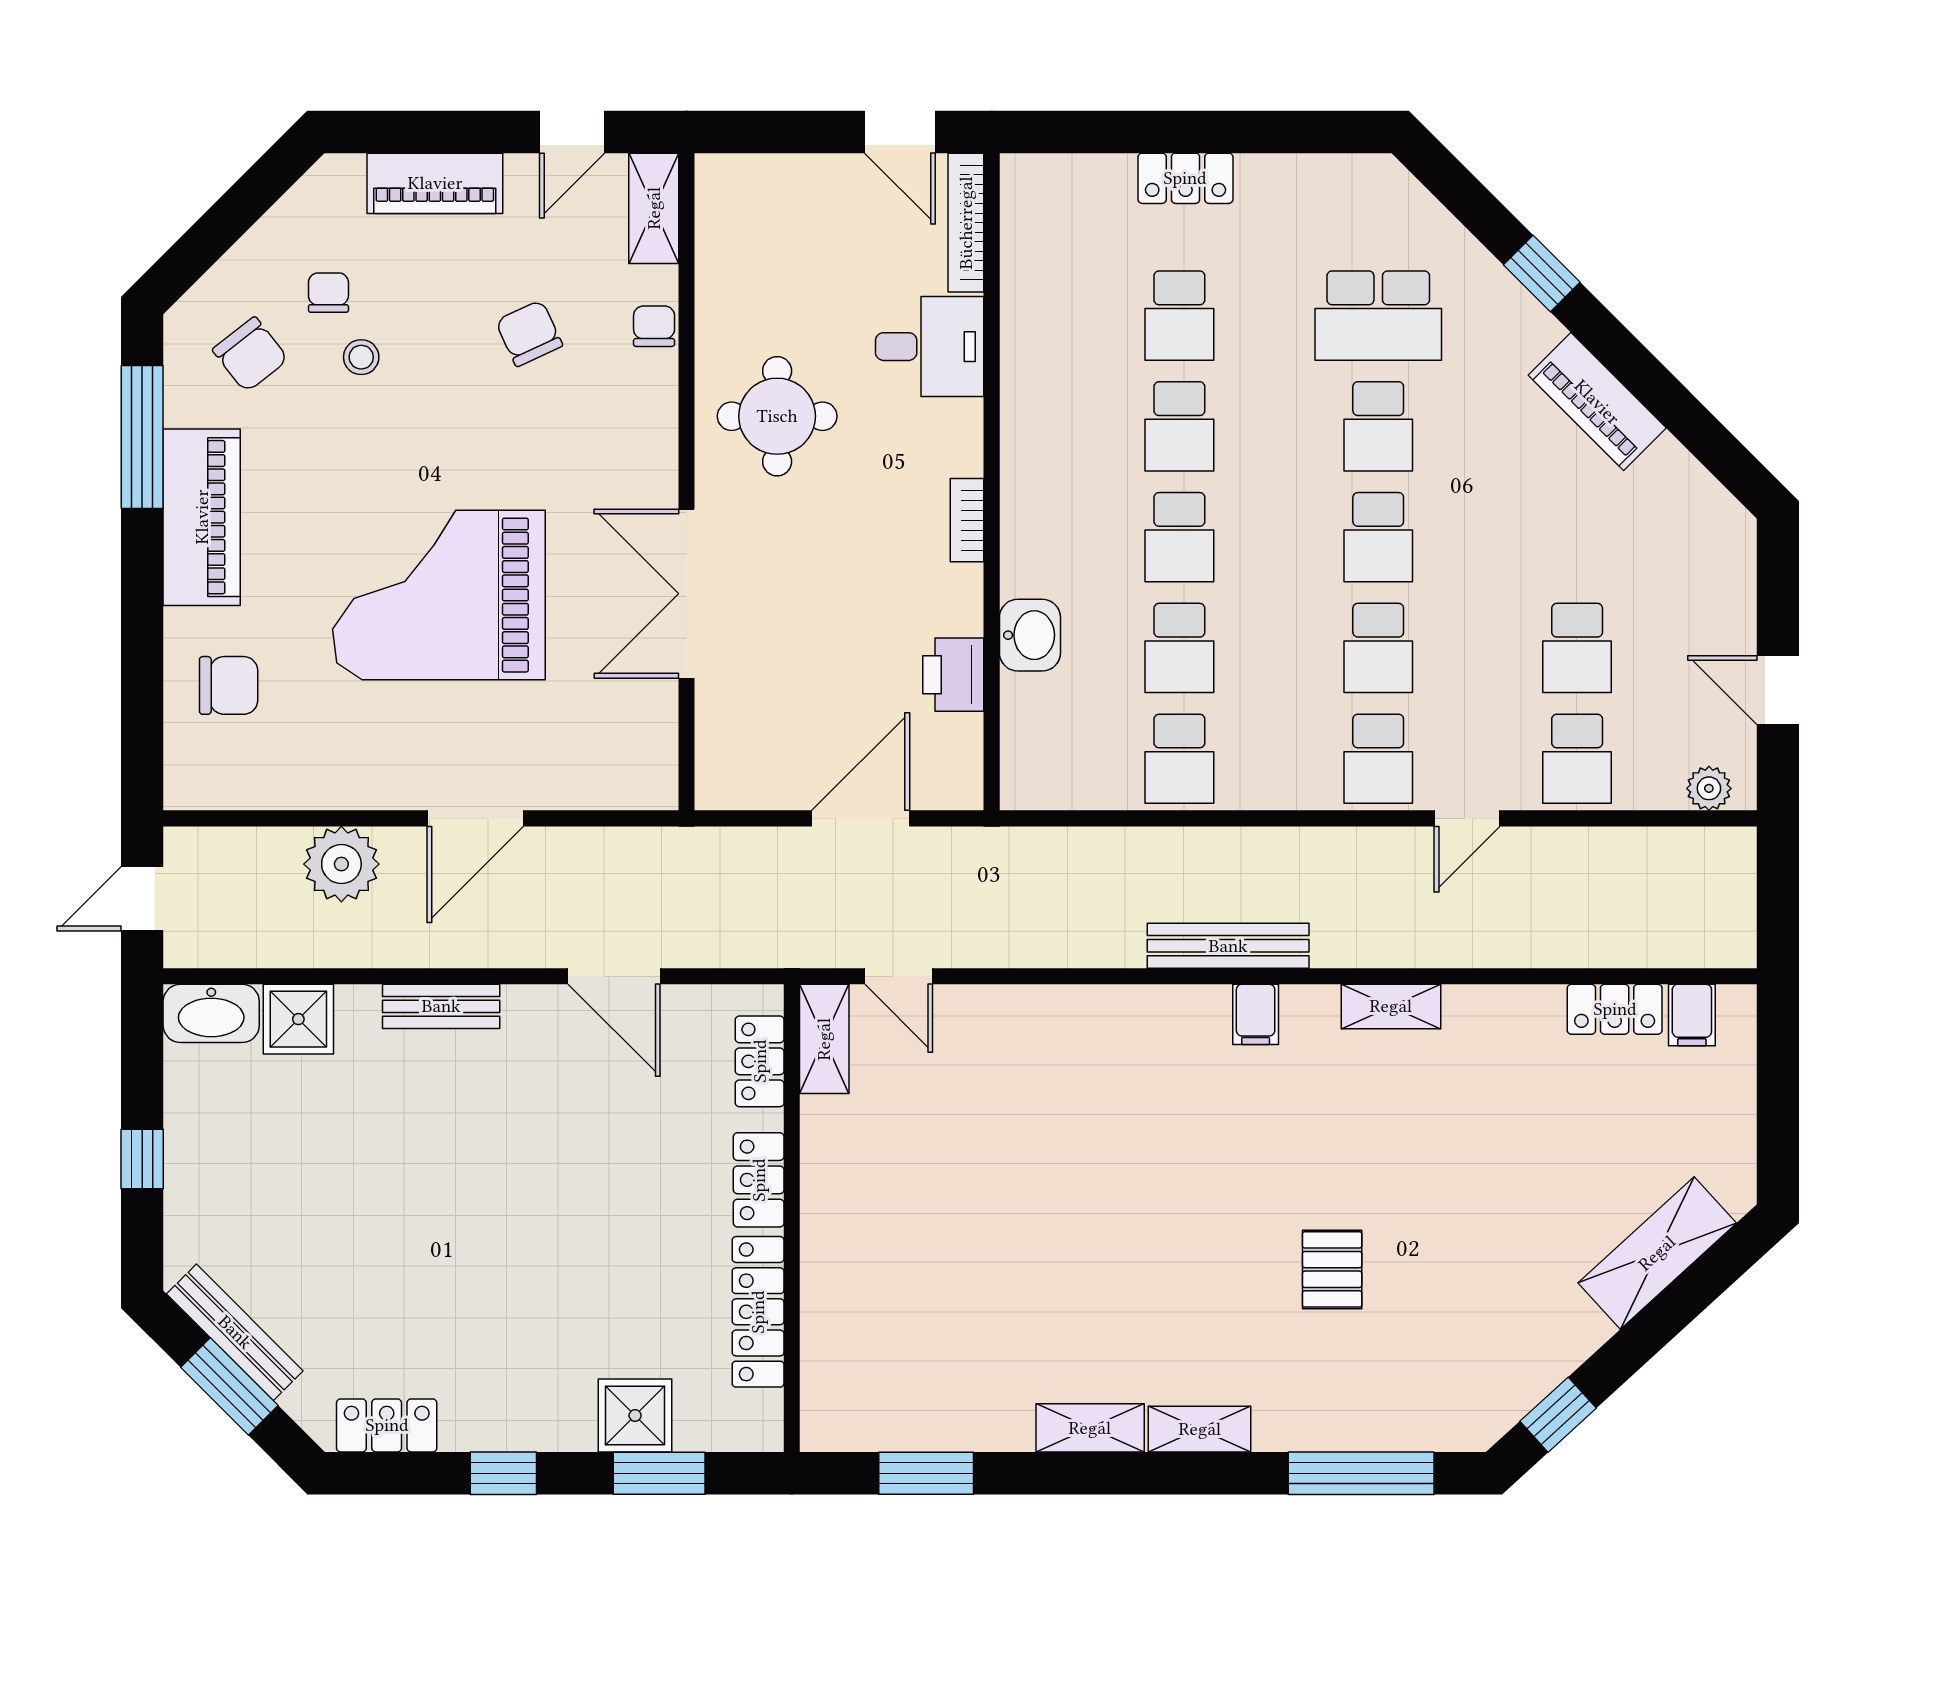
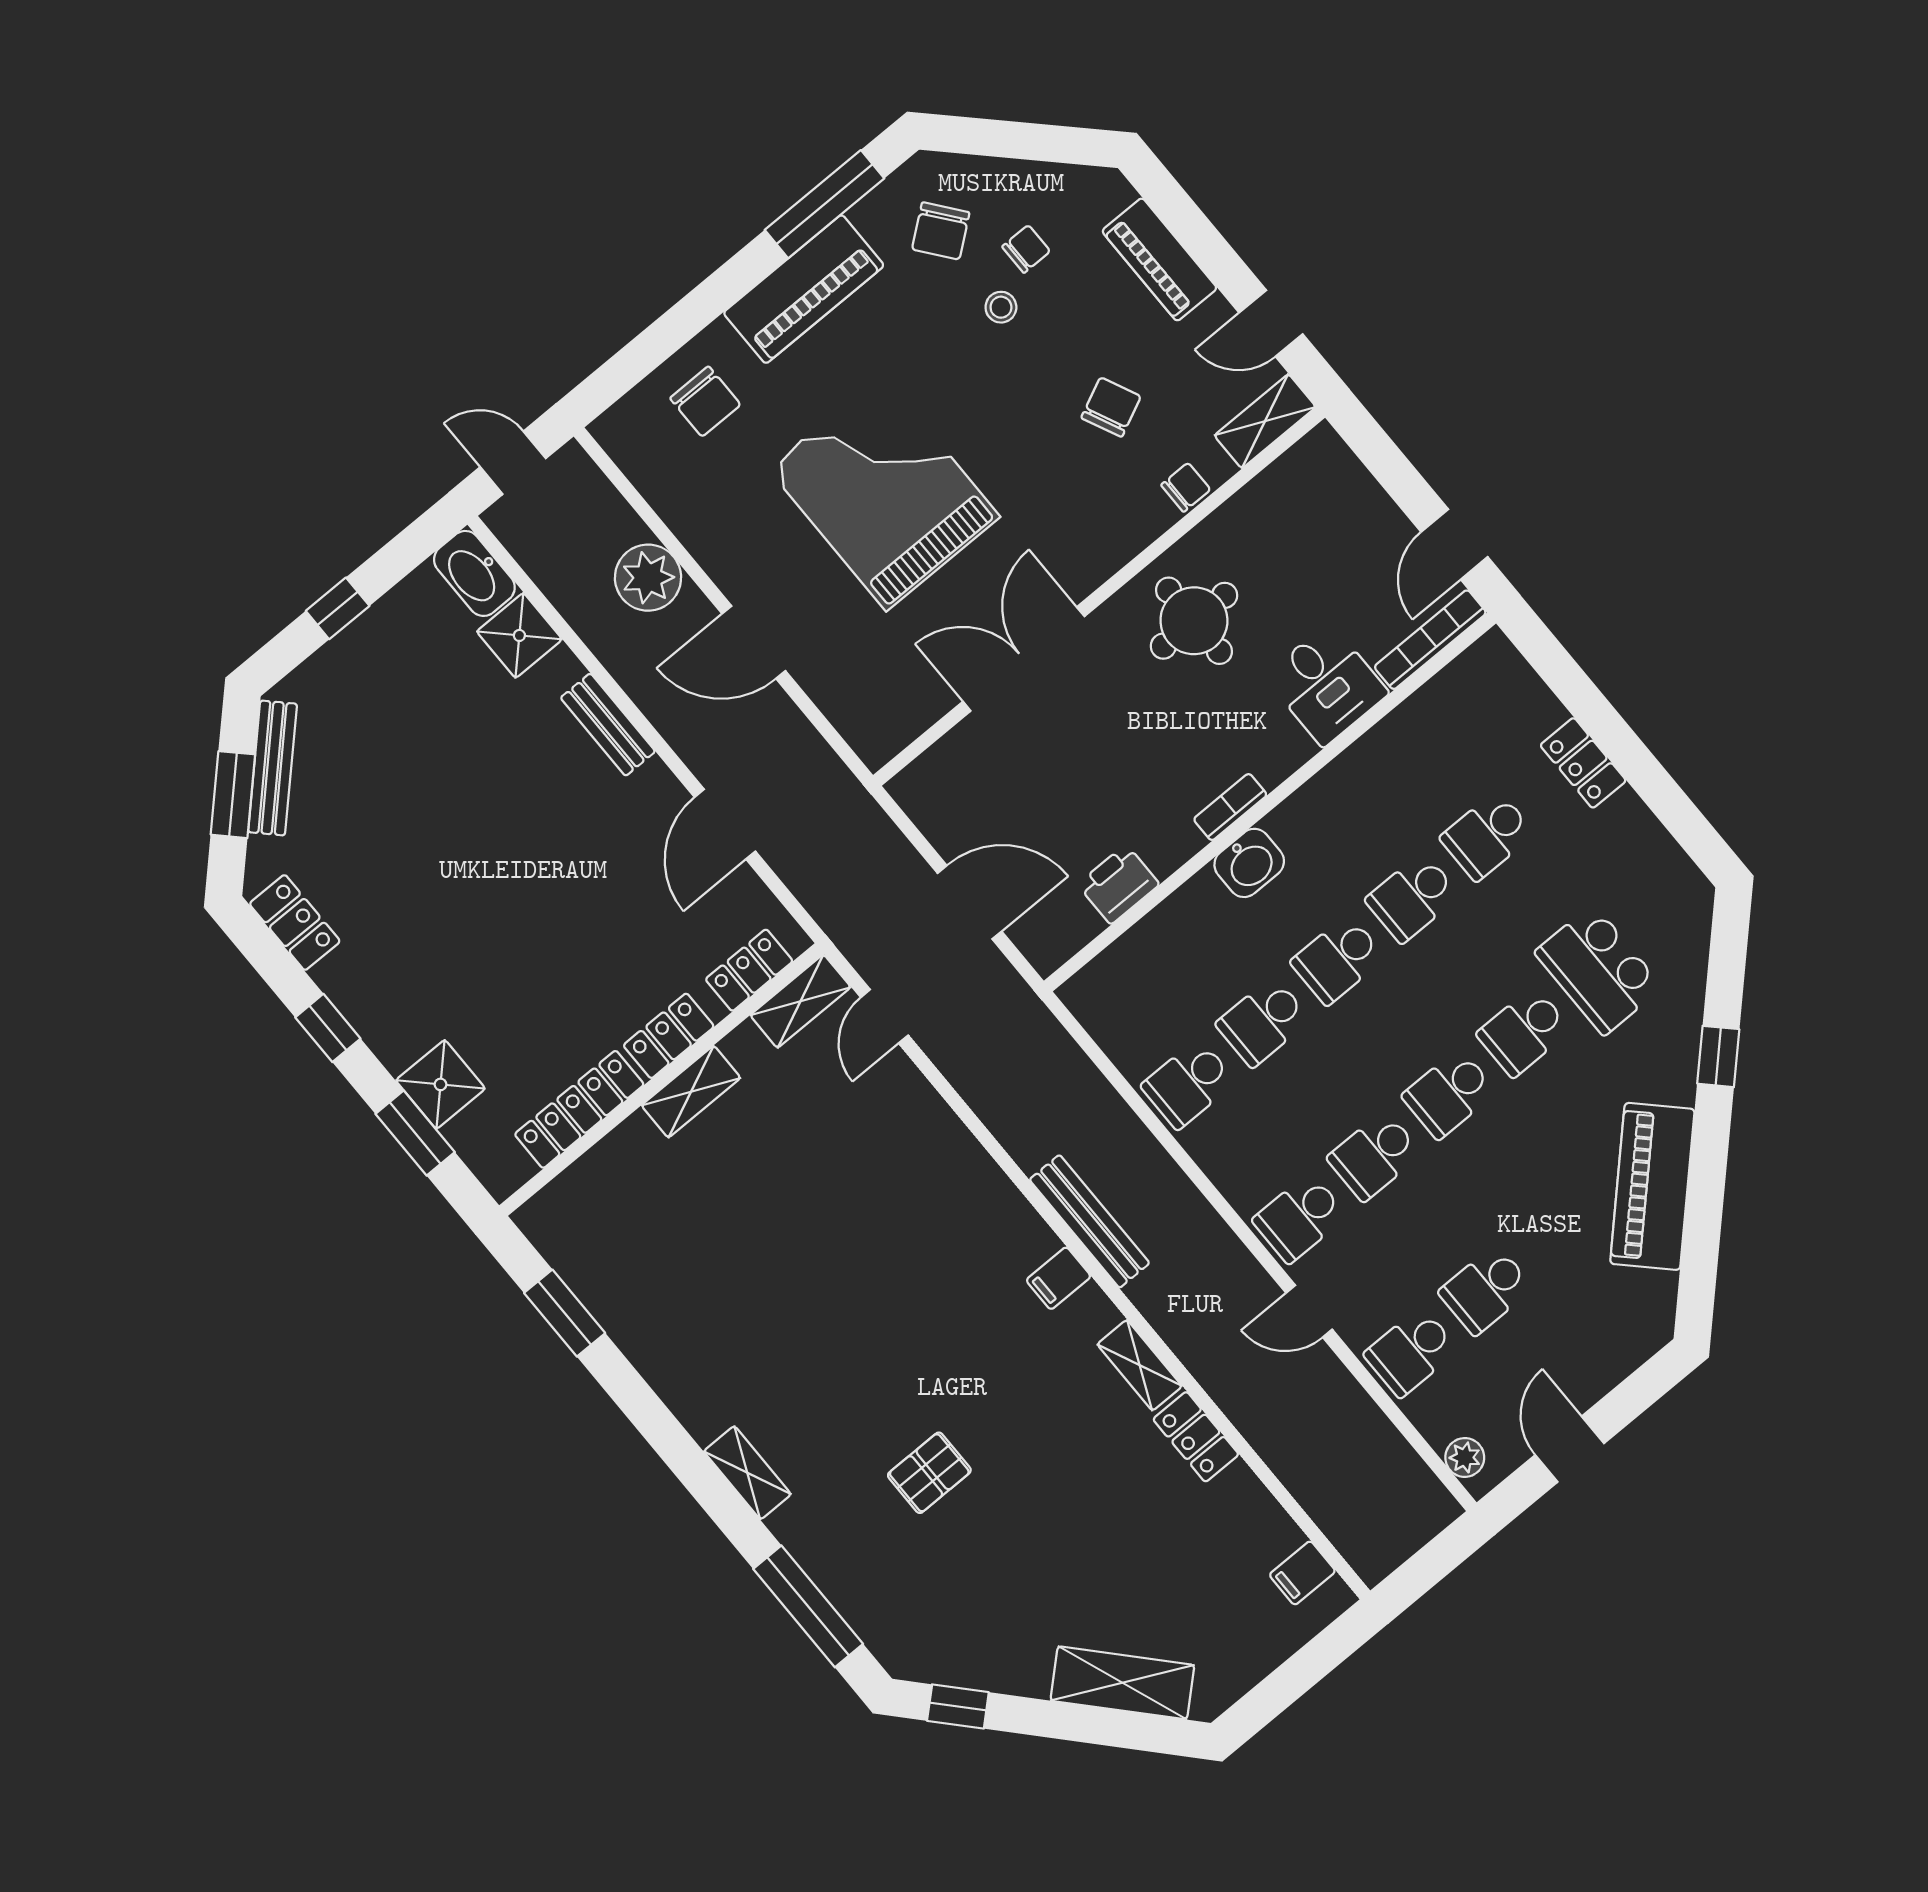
piano: (1597, 402) -> (1652, 1186), width x1.37, depth x1.33
washbasin: (1030, 635) -> (1249, 863), moved
locker: (1615, 1009) -> (1196, 1437), moved
shelving: (1090, 1428) -> (691, 1092), moved, turned 90

